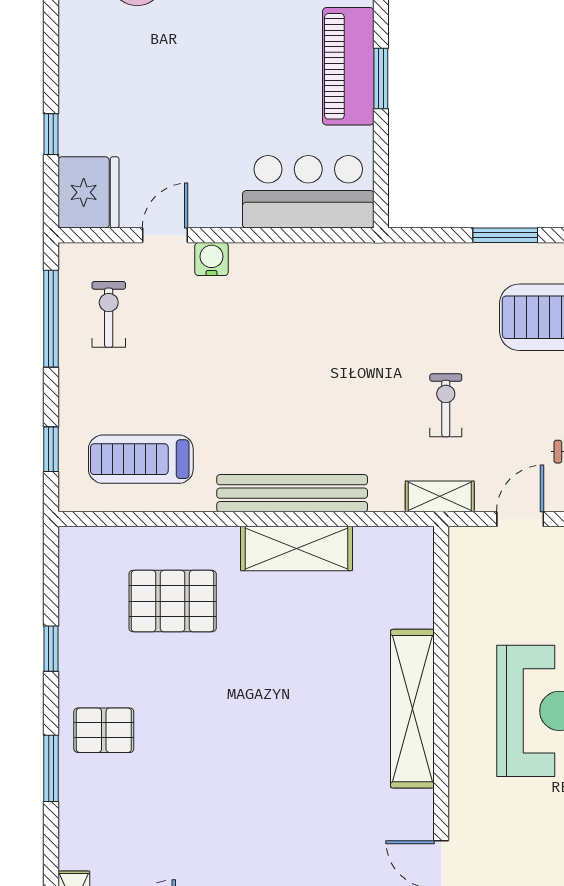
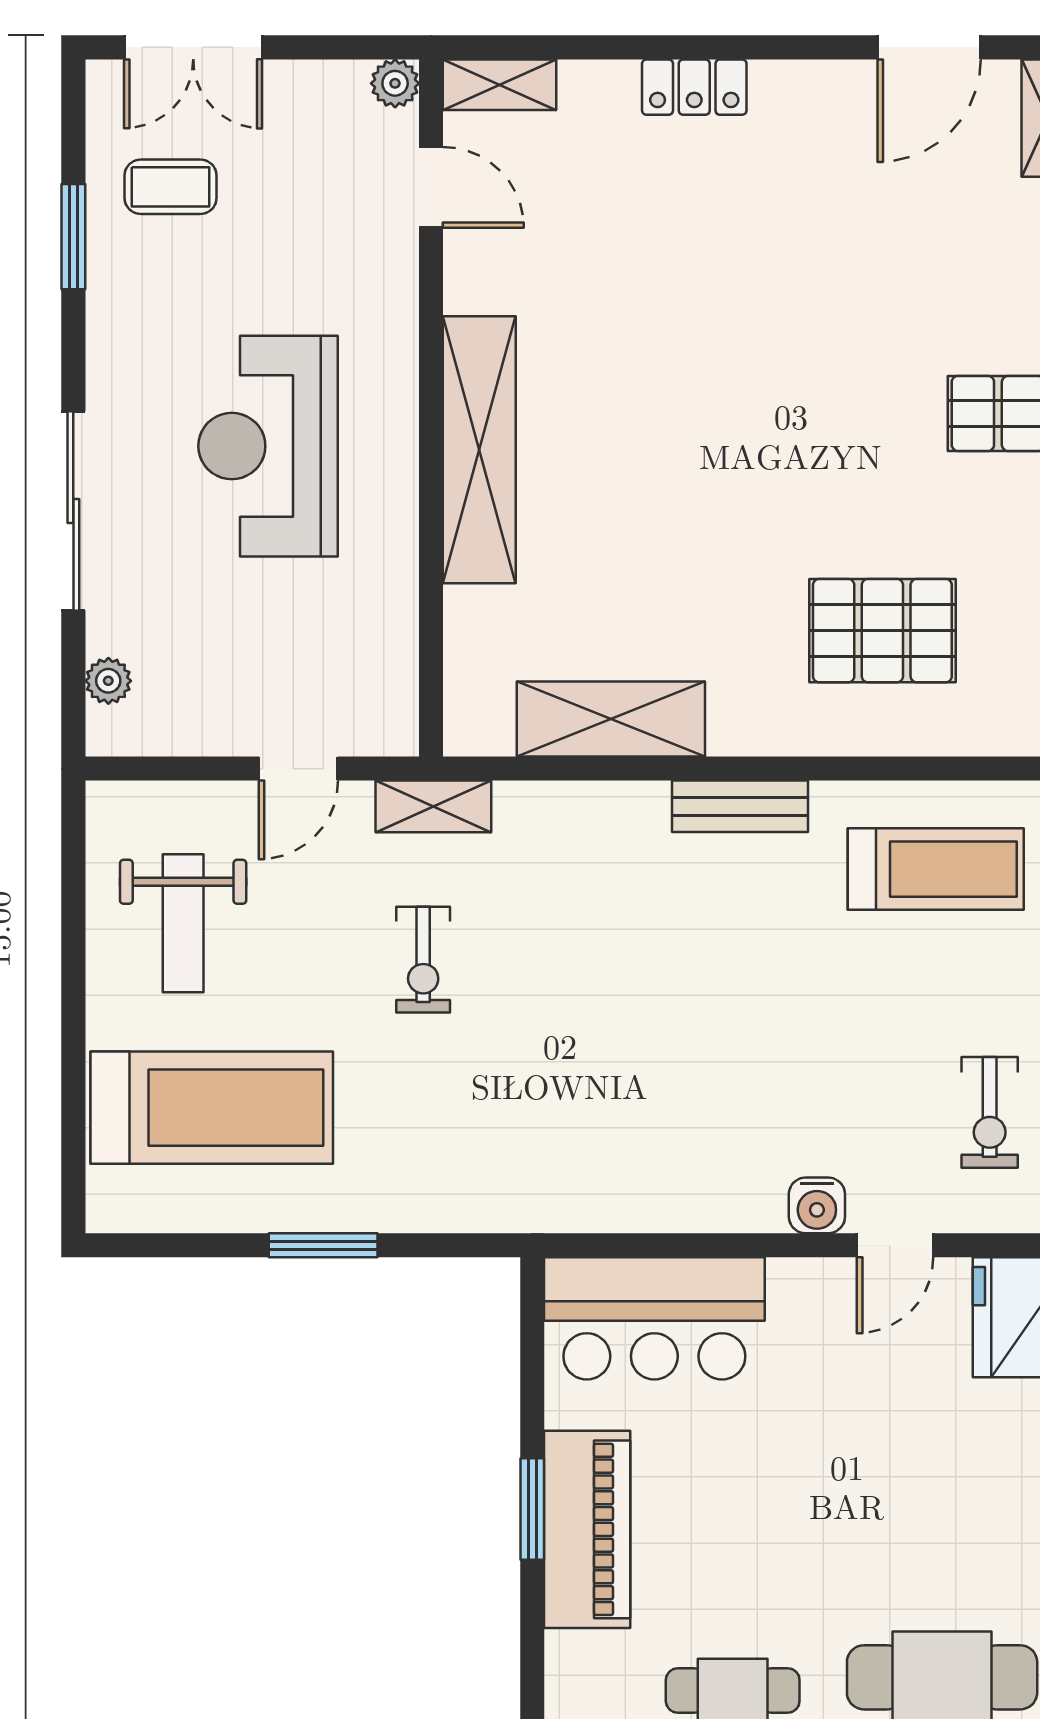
bench: (292, 493) -> (740, 806), width x0.54, depth x0.82
shelving: (296, 548) -> (611, 719), moved

